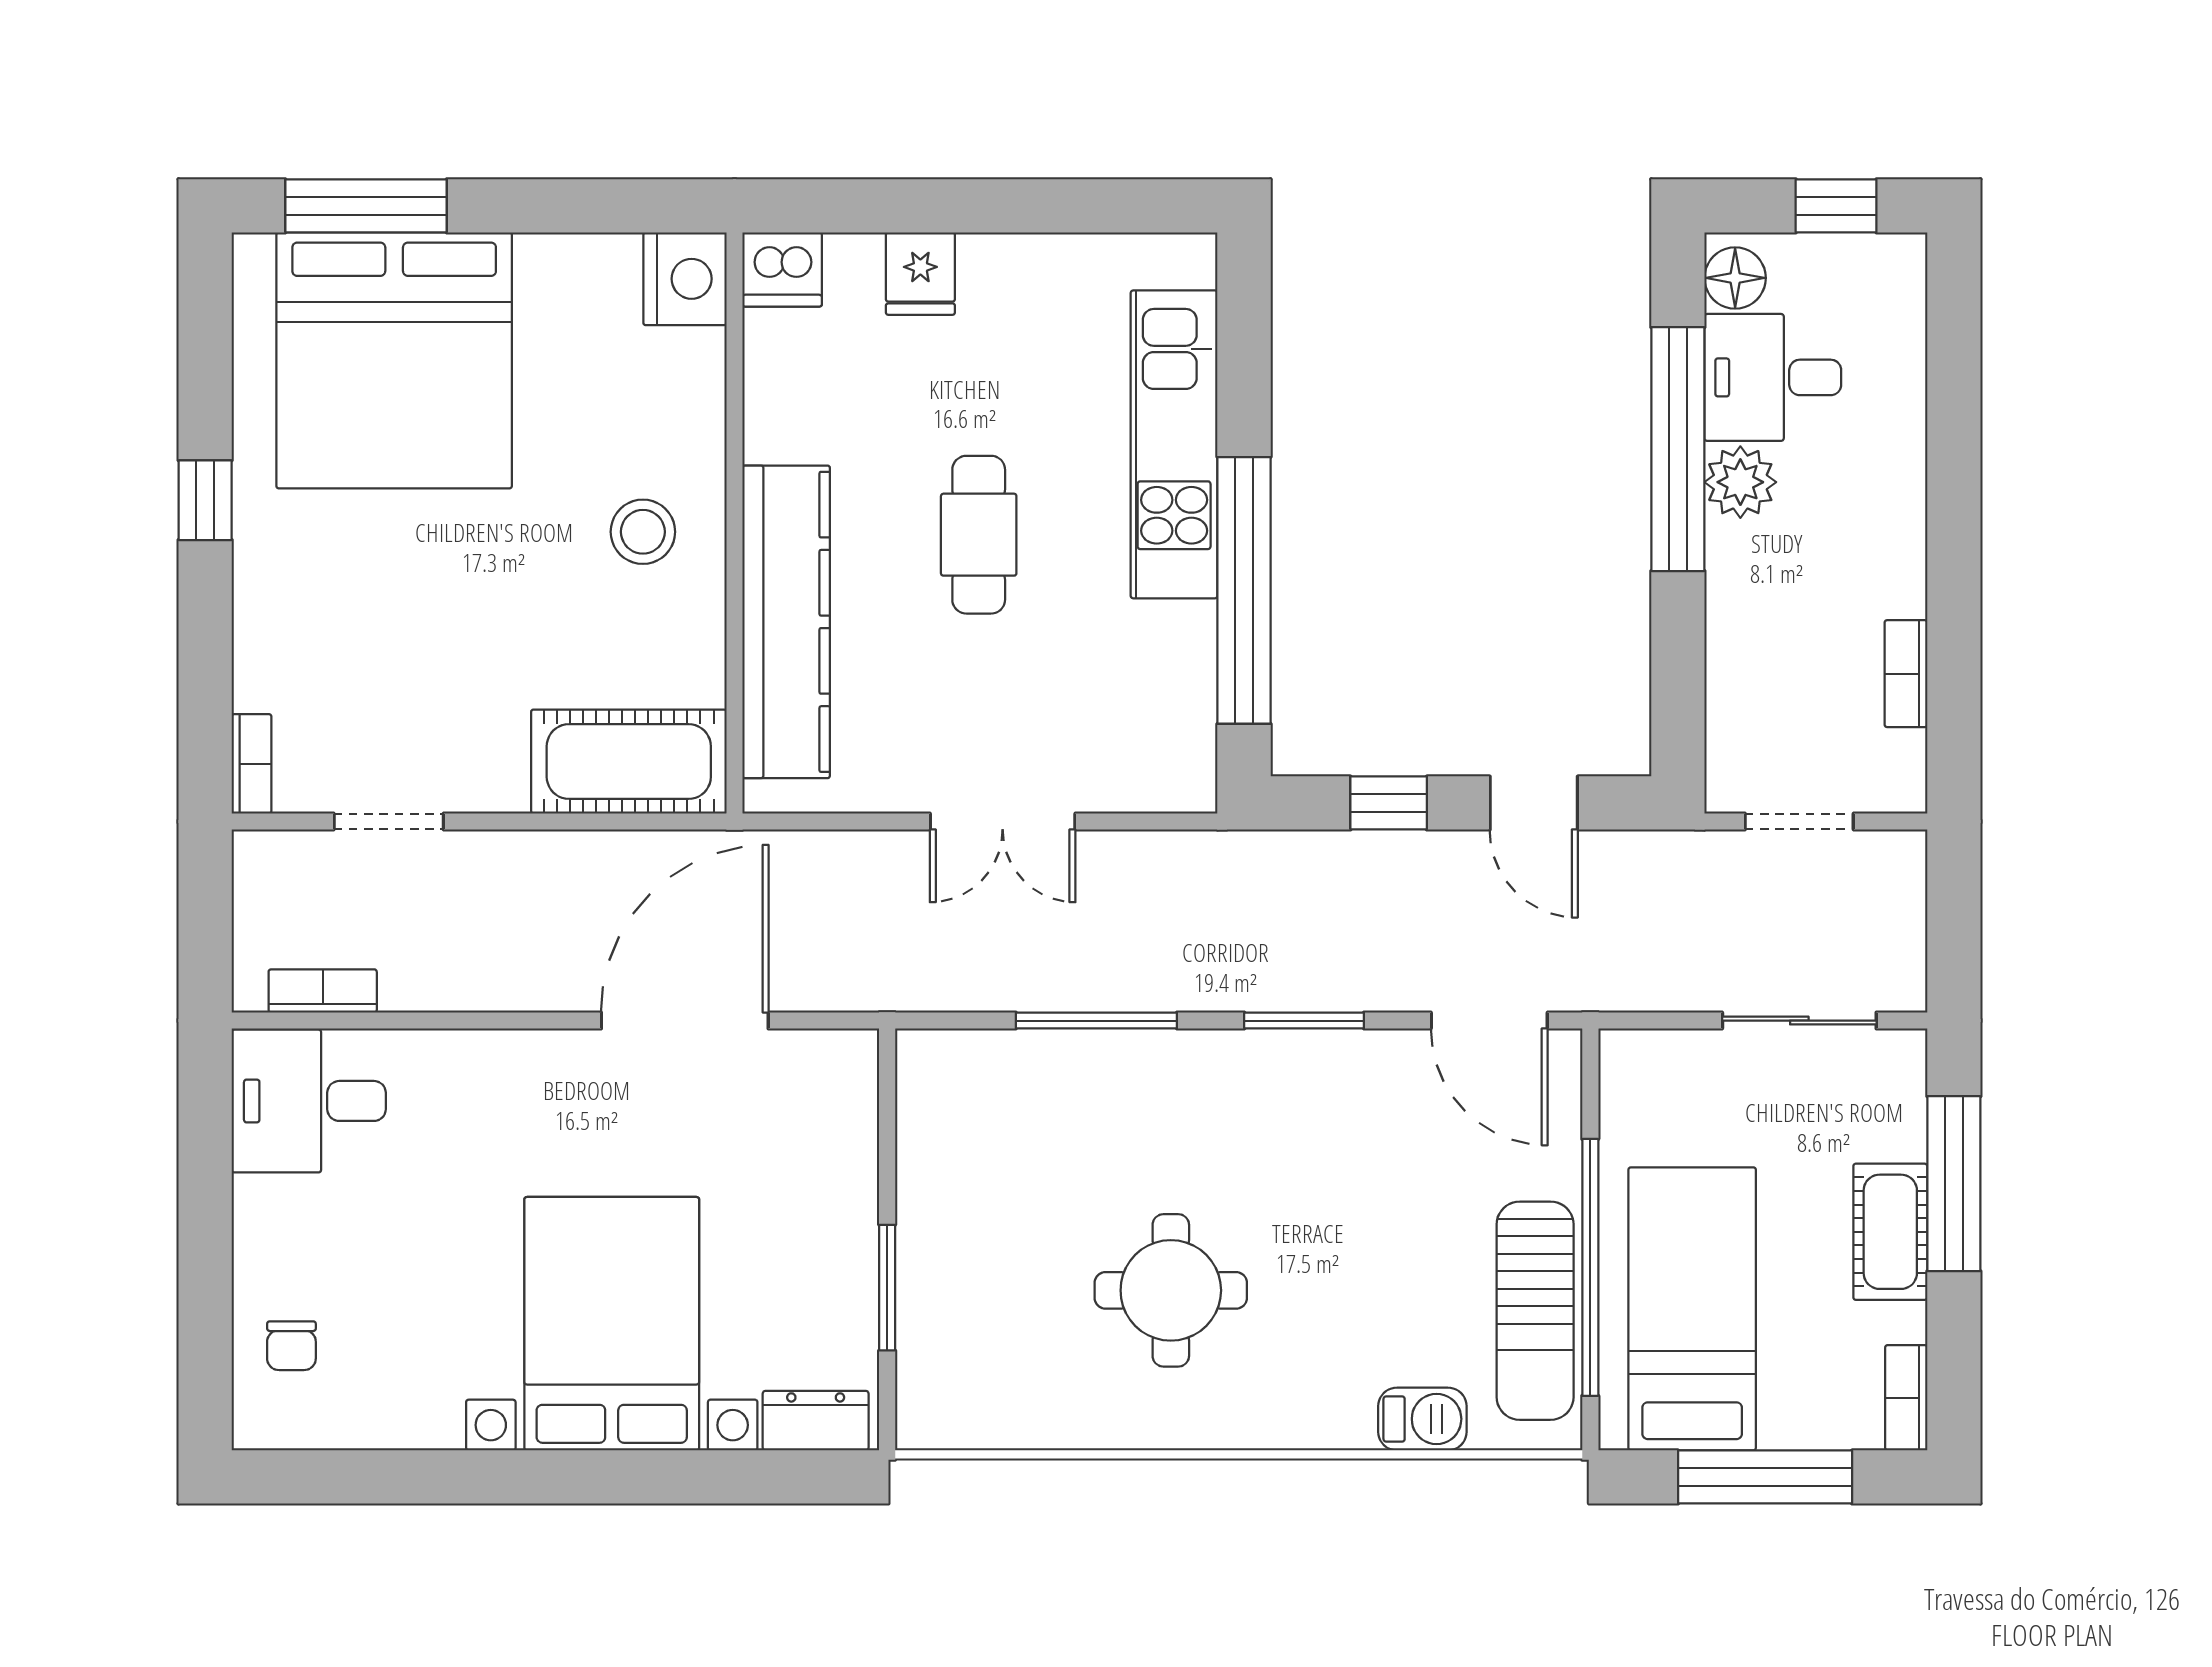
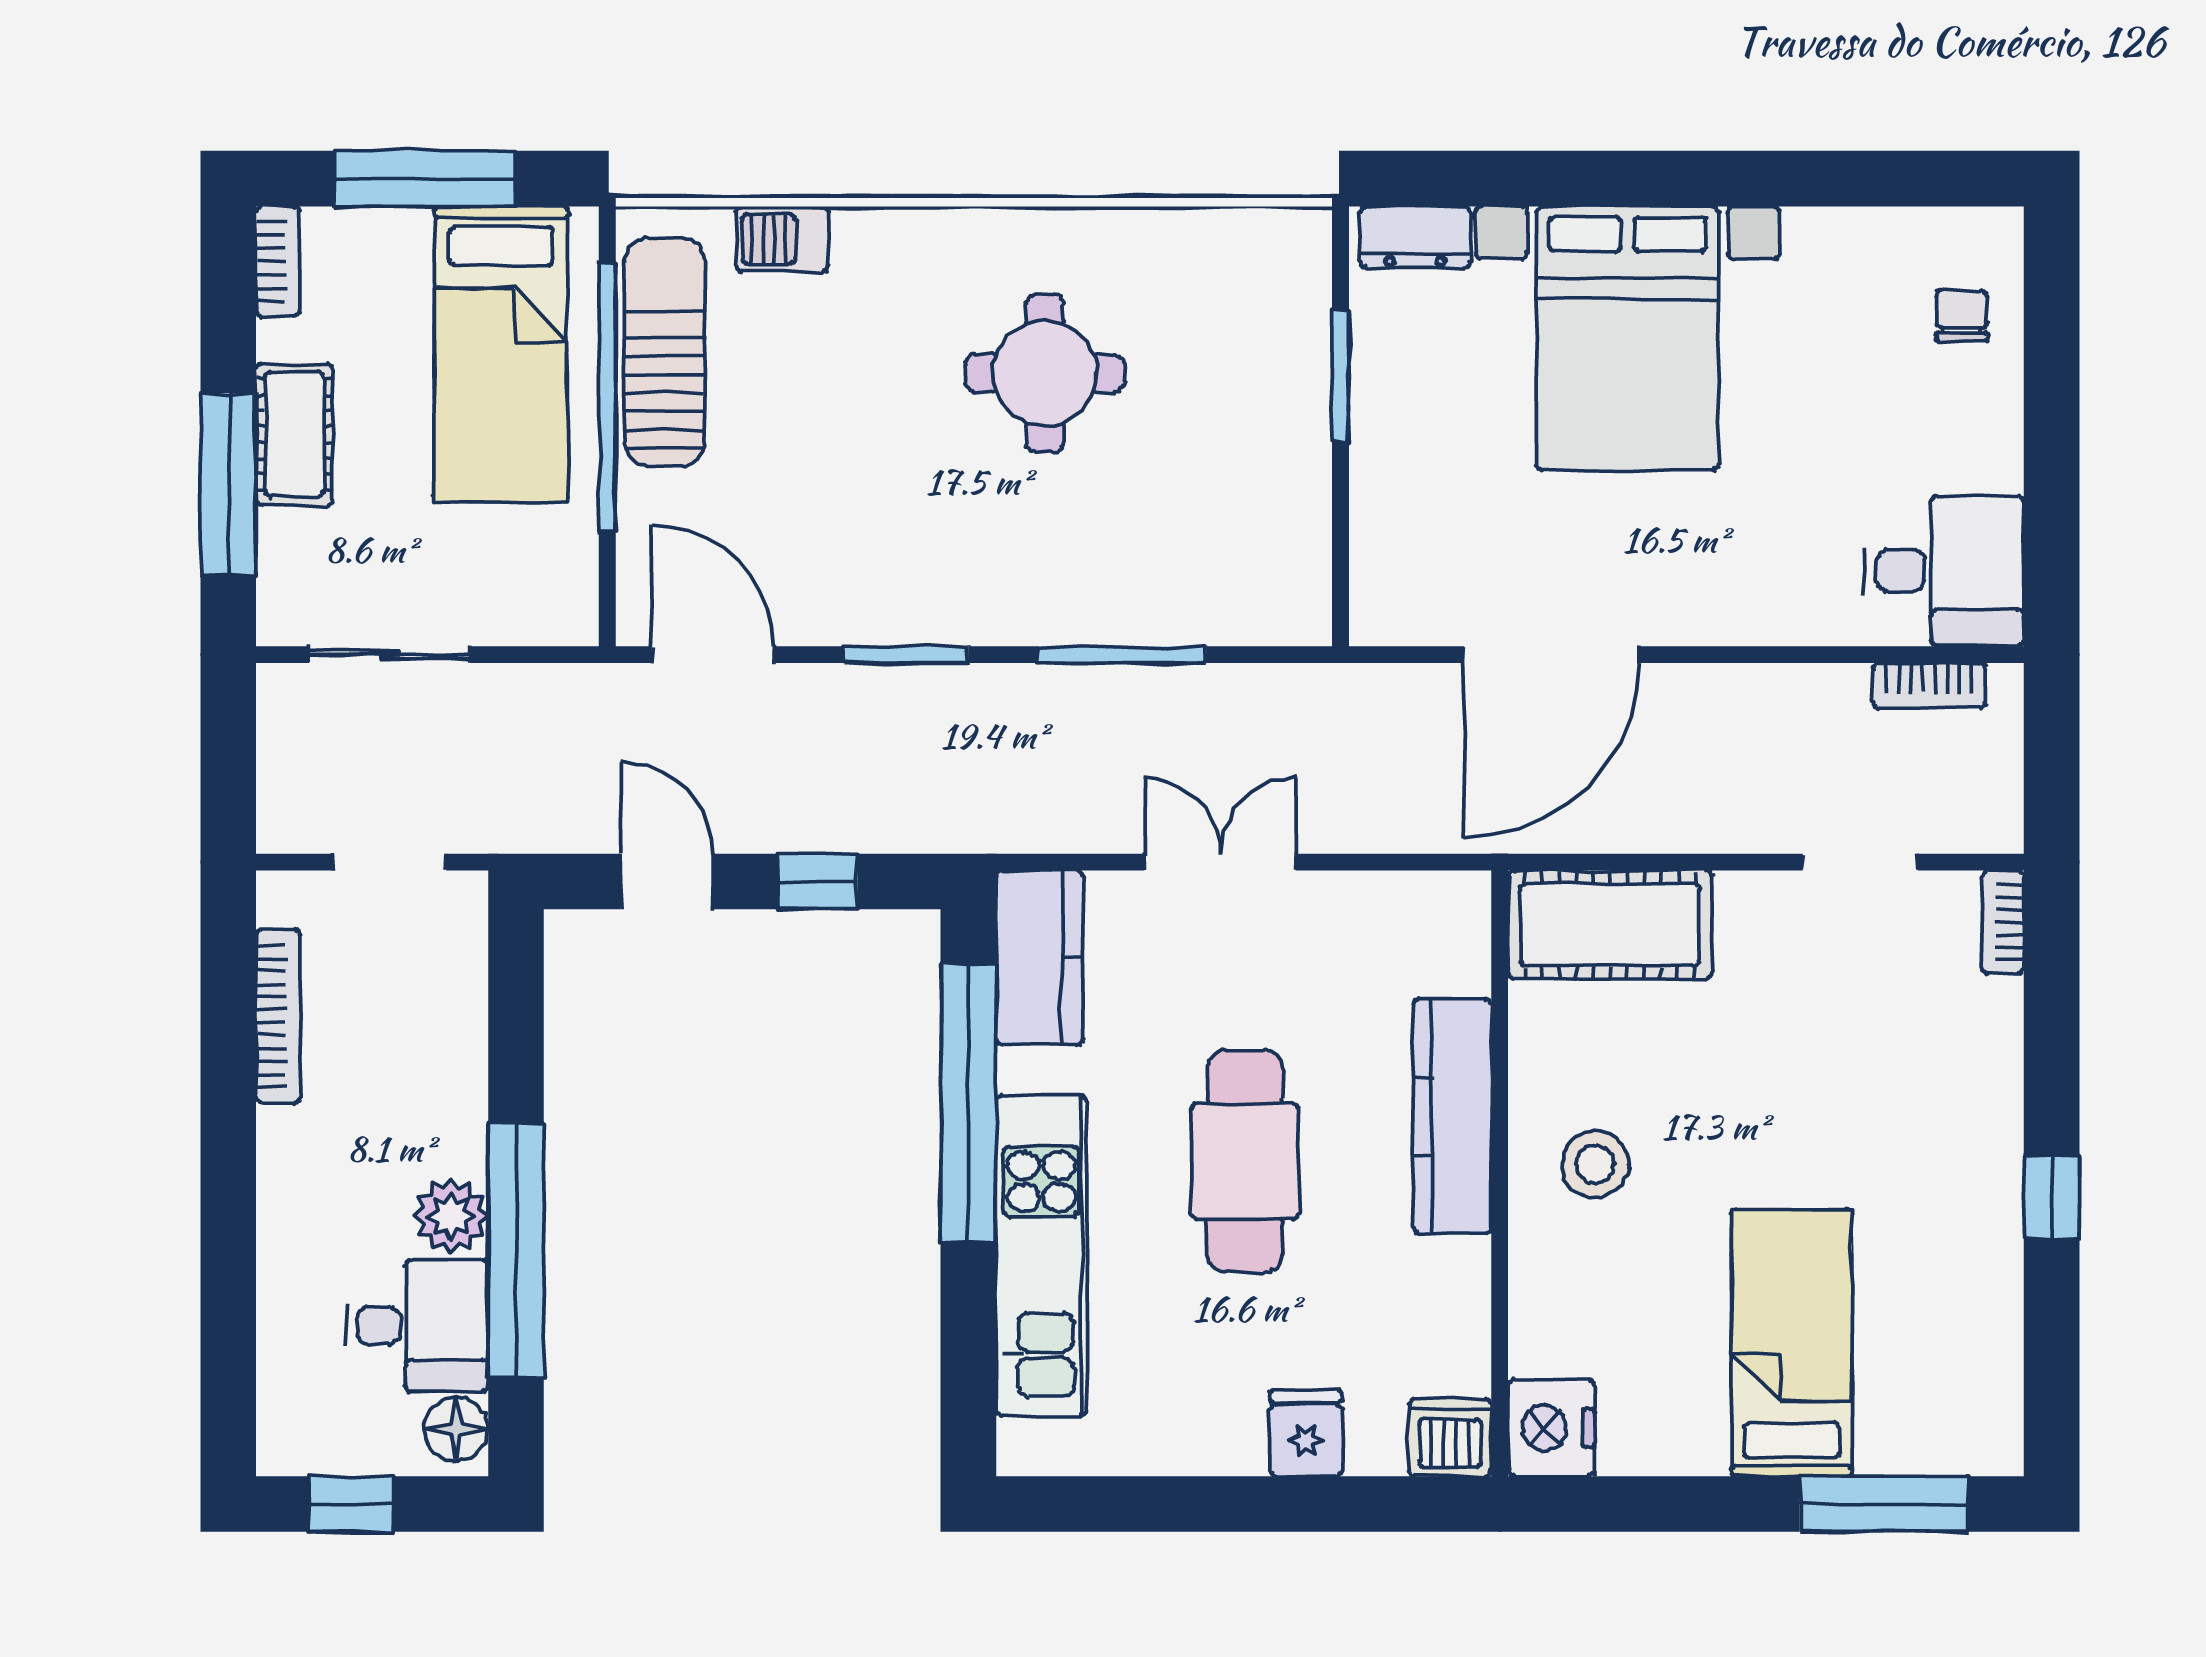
bed: (394, 360) -> (1792, 1343), width x0.49
cafe table: (979, 535) -> (1245, 1161), width x1.37, depth x1.35
kitchen counter: (786, 622) -> (1452, 1116), width x0.72, depth x0.86
bookcase: (1906, 674) -> (278, 1016), width x1.56
kitchen counter: (1176, 730) -> (1040, 958), added

